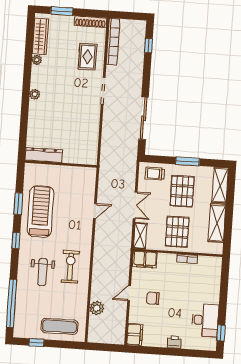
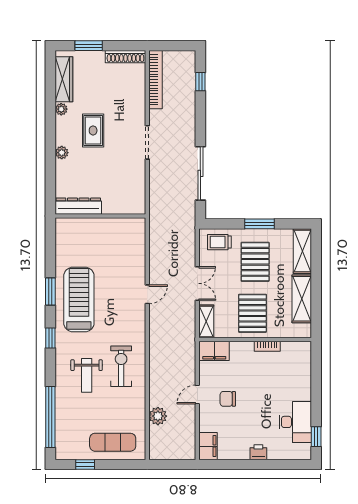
rug: (88, 57) -> (93, 130), moved
dresser: (44, 155) -> (78, 206), moved
wall: (61, 164) -> (100, 216), moved

